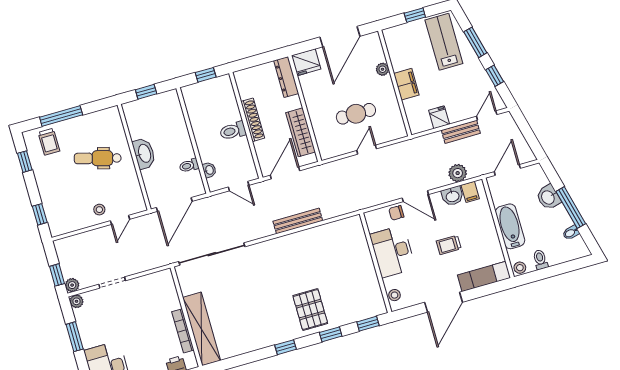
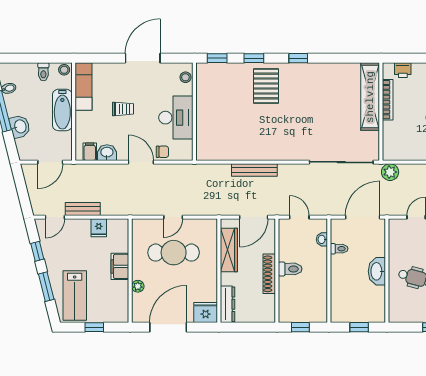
cafe table: (356, 114) -> (174, 253), width x1.37, depth x1.35
plant: (458, 173) -> (390, 172), moved
exam couch: (484, 276) -> (84, 87), moved, turned -90

